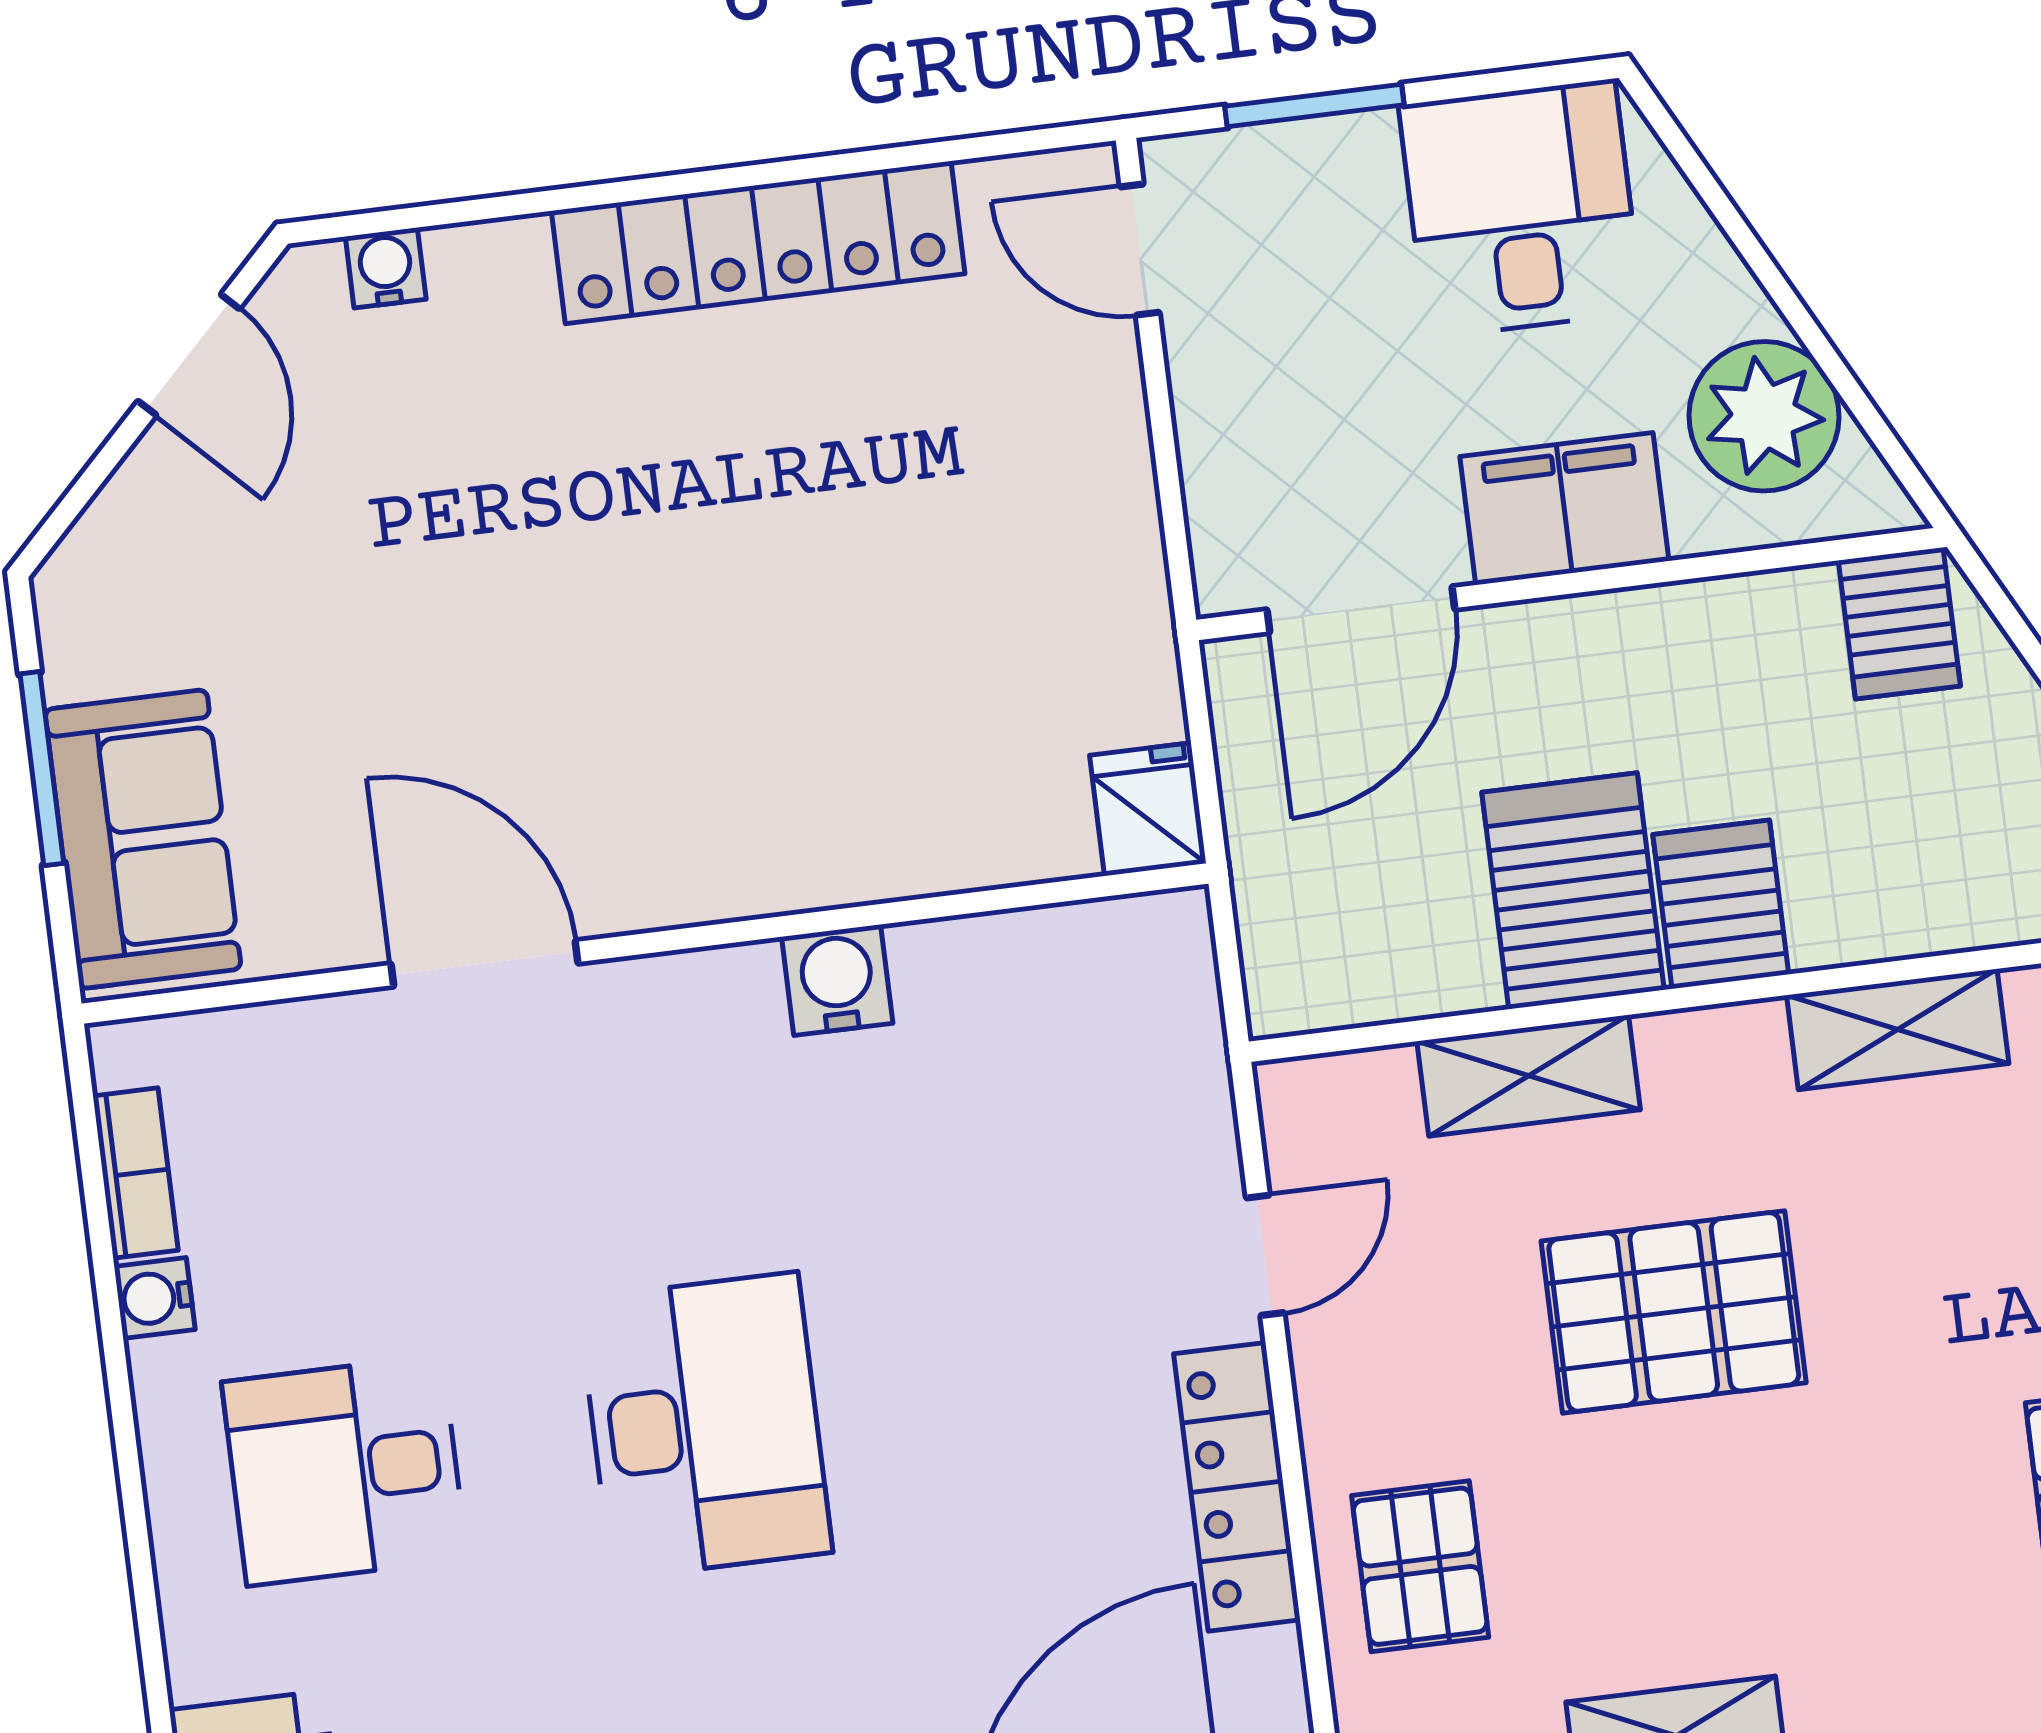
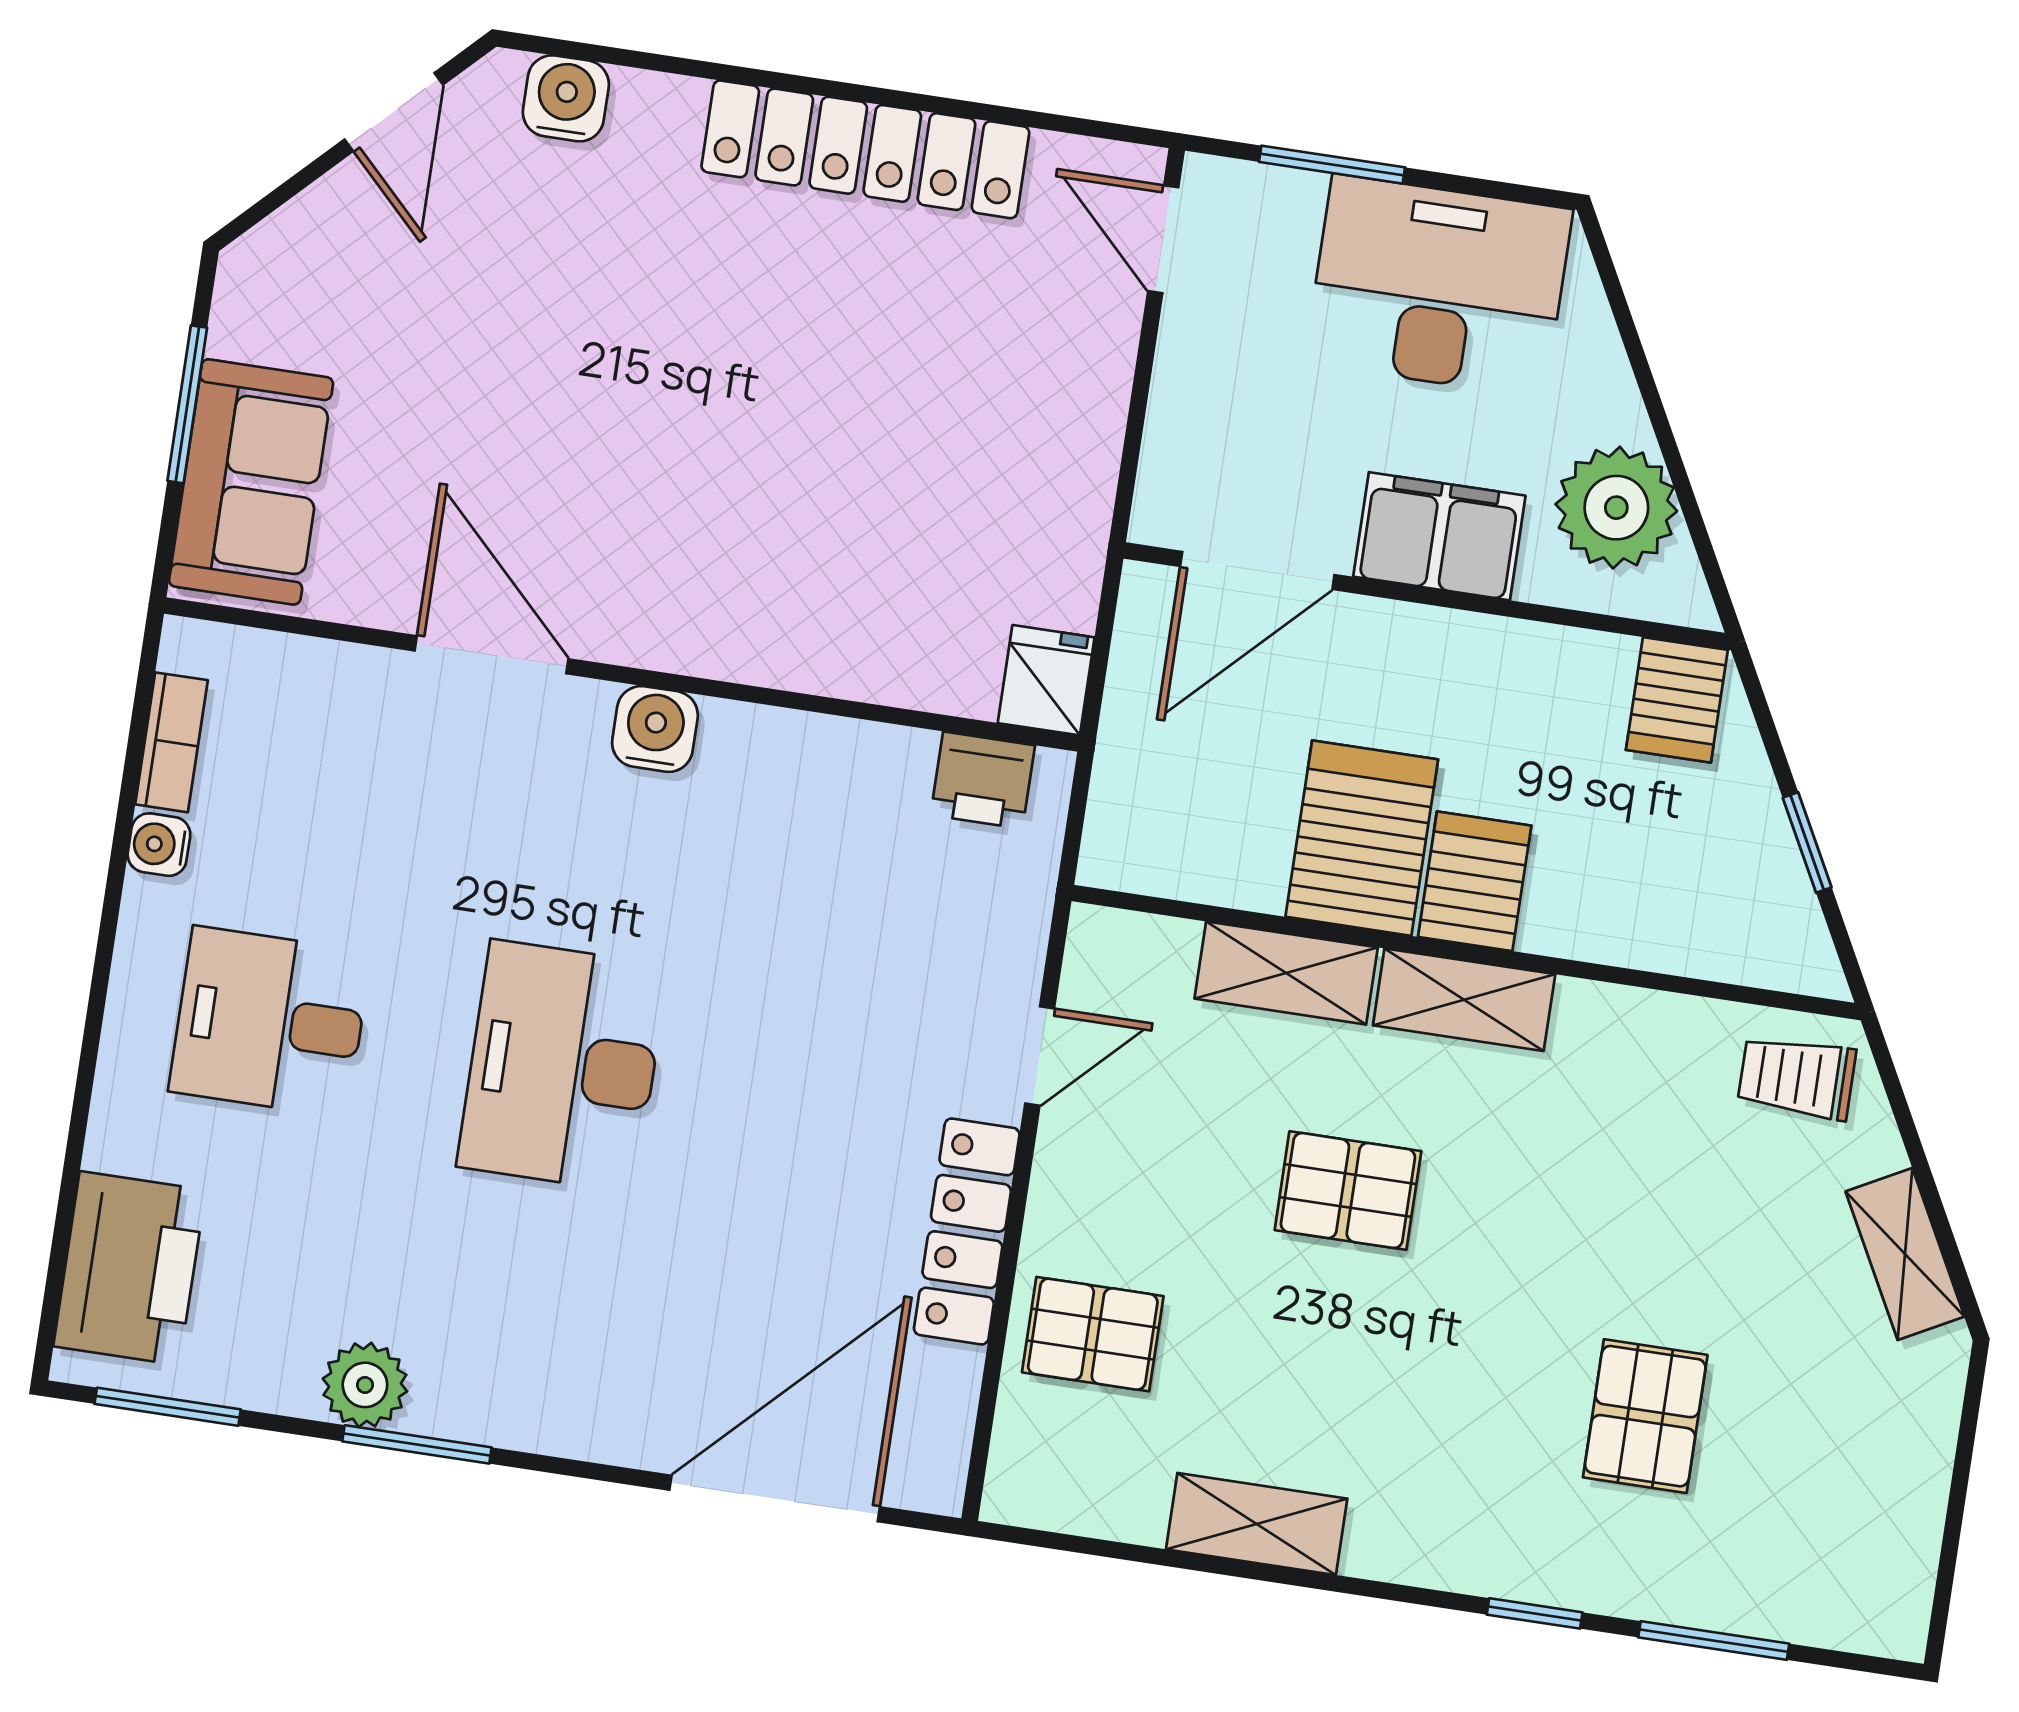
desk: (1521, 208) -> (1439, 286), width x1.37
water cooler: (386, 268) -> (566, 98), width x1.38, depth x1.38
printer: (1106, 949) -> (983, 780), added
water cooler: (837, 980) -> (655, 729), moved
shelving: (1898, 1029) -> (1464, 1000), moved
pallet: (1674, 1312) -> (1348, 1191), width x0.67, depth x0.71
desk: (705, 1426) -> (563, 1066), turned 180
pallet: (1420, 1566) -> (1093, 1334), turned 90

